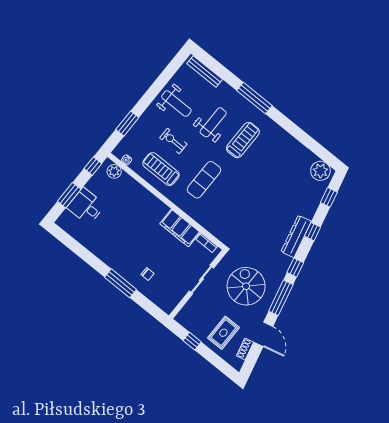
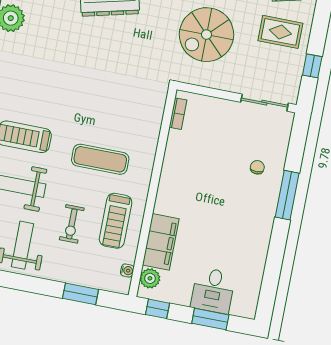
filing cabinet: (180, 228) -> (161, 242), moved
sliding door: (201, 280) -> (264, 103), moved

